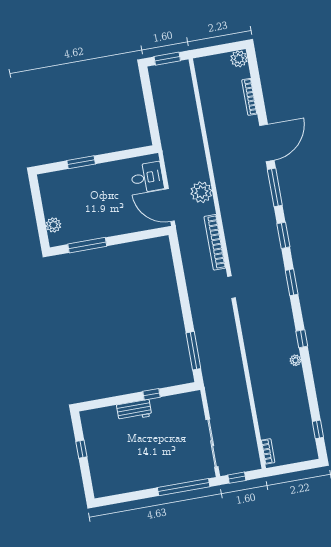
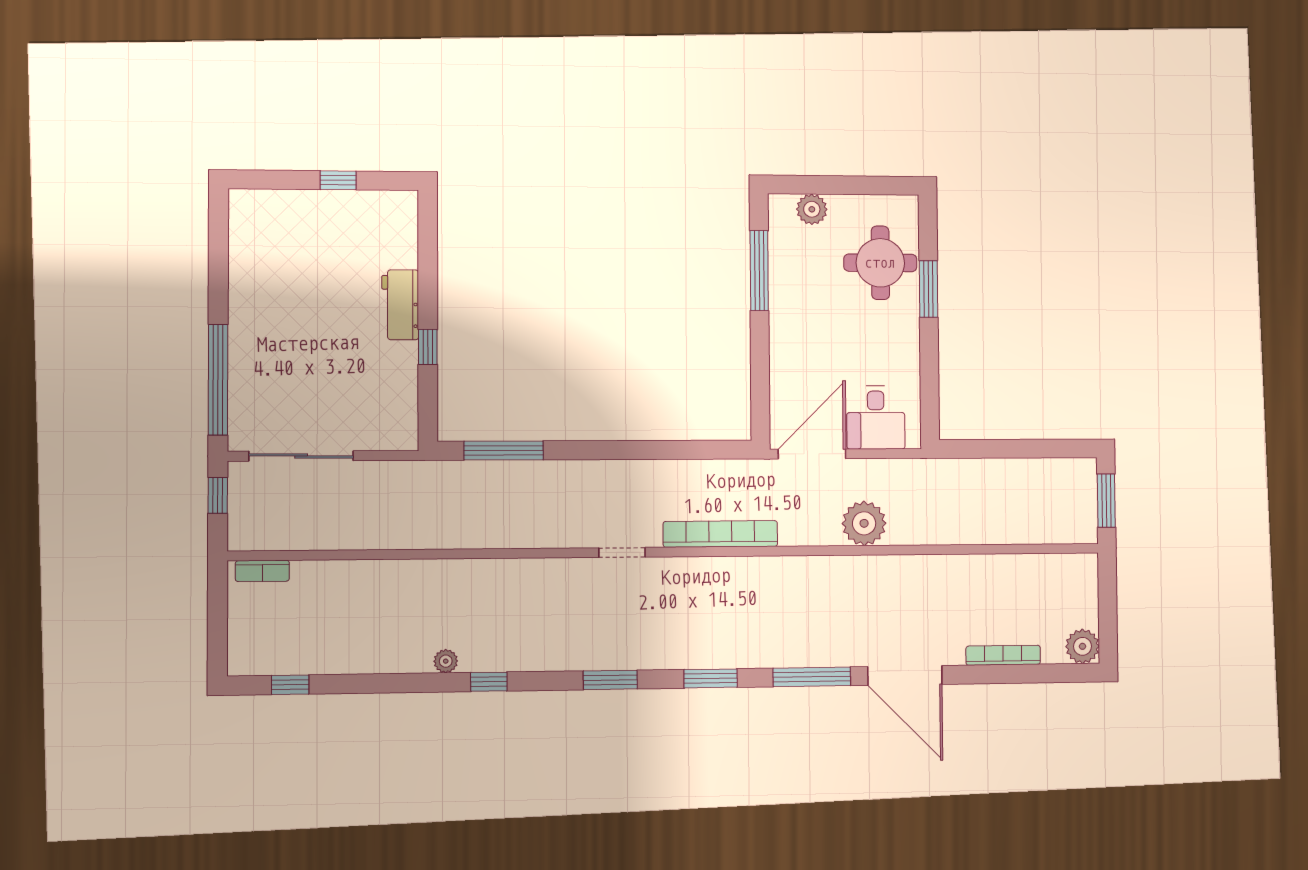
round table: (73, 188) -> (880, 263), added
plant: (201, 192) -> (864, 523), moved

